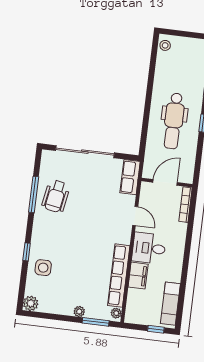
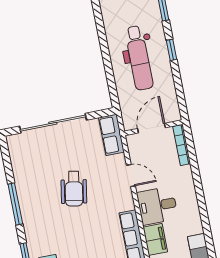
window: (34, 194) -> (15, 204), moved
wheelchair: (56, 196) -> (74, 189), moved

